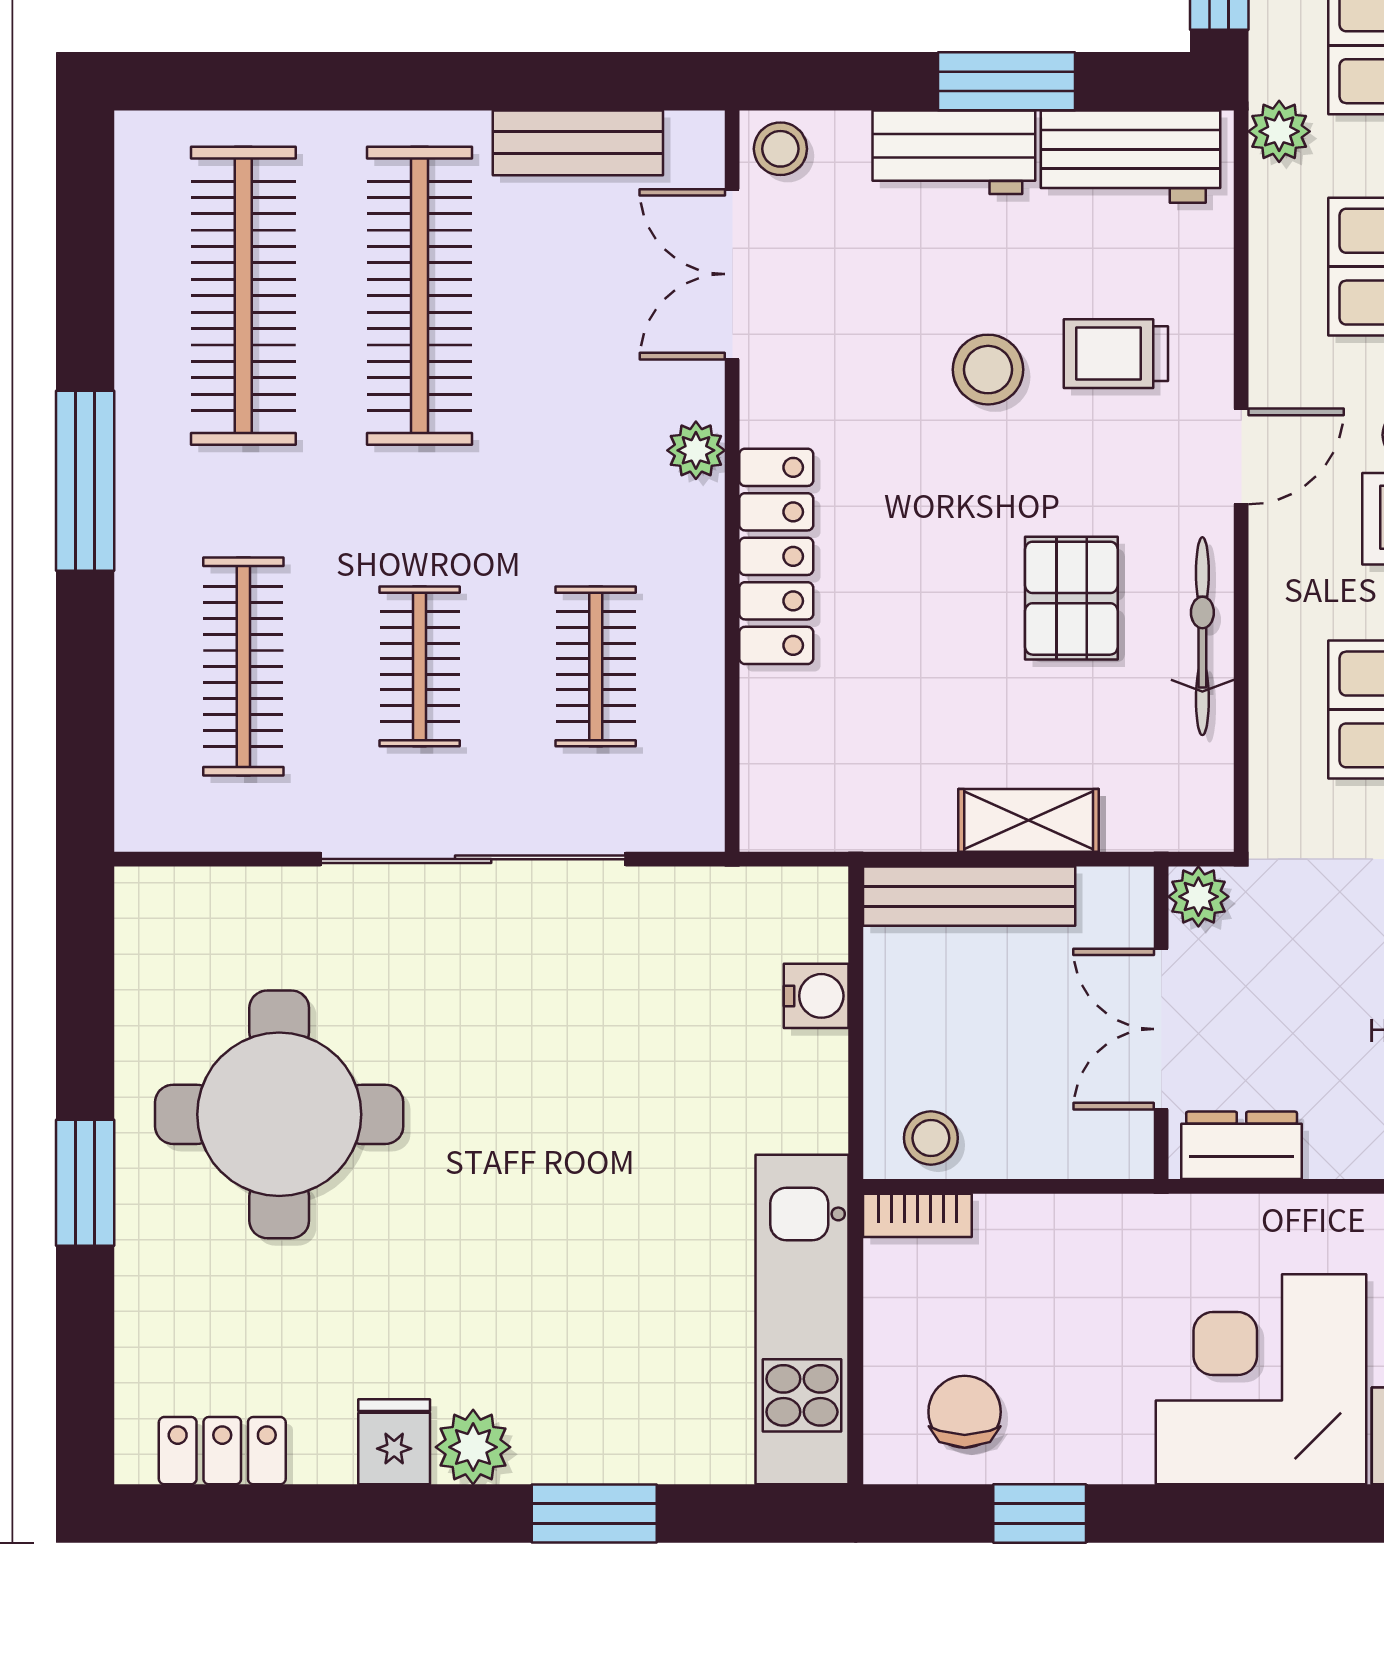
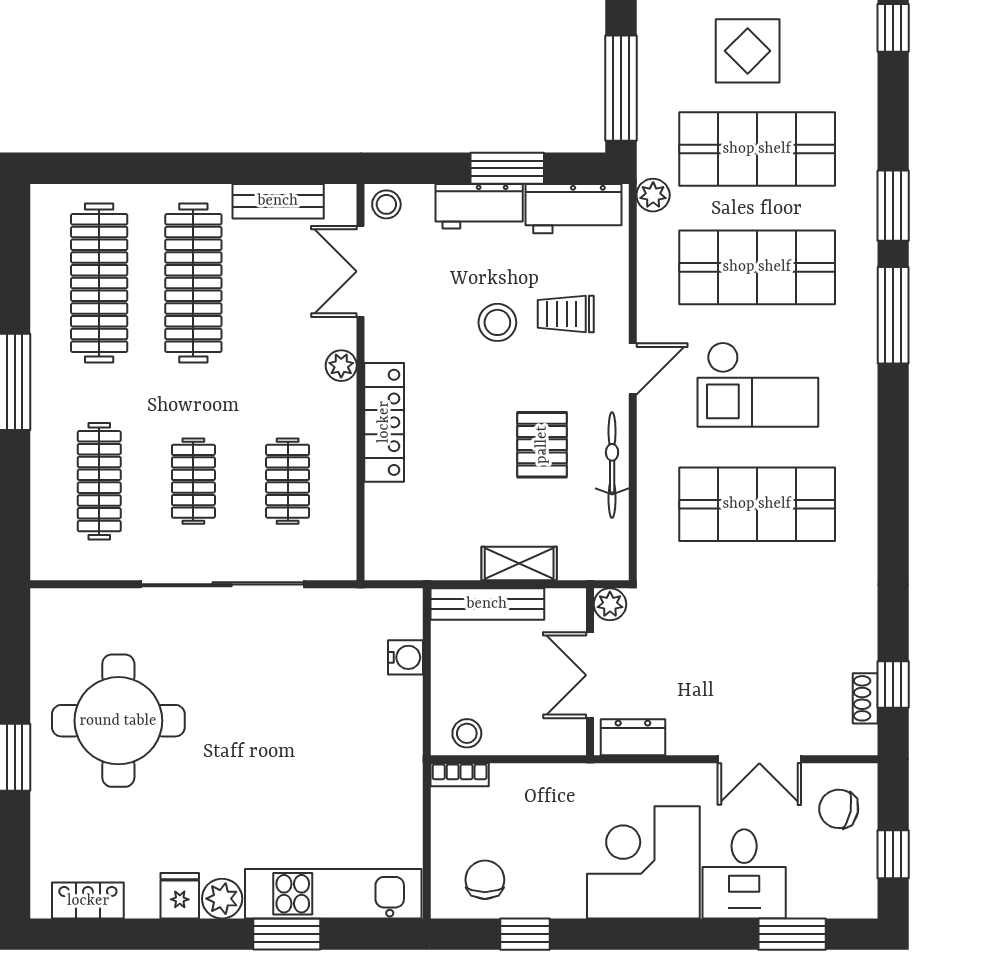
kitchen unit: (802, 1319) -> (333, 894), moved, turned 90

